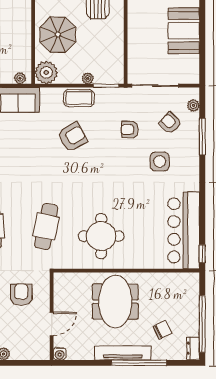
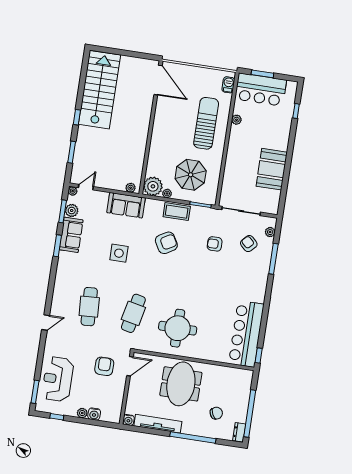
parasol: (58, 35) -> (191, 175), moved
plant: (88, 78) -> (167, 193), moved
side table: (160, 162) -> (119, 253), moved
door: (52, 324) -> (130, 366), moved
water cooler: (18, 353) -> (94, 414), added
tv unit: (123, 353) -> (158, 424), moved

